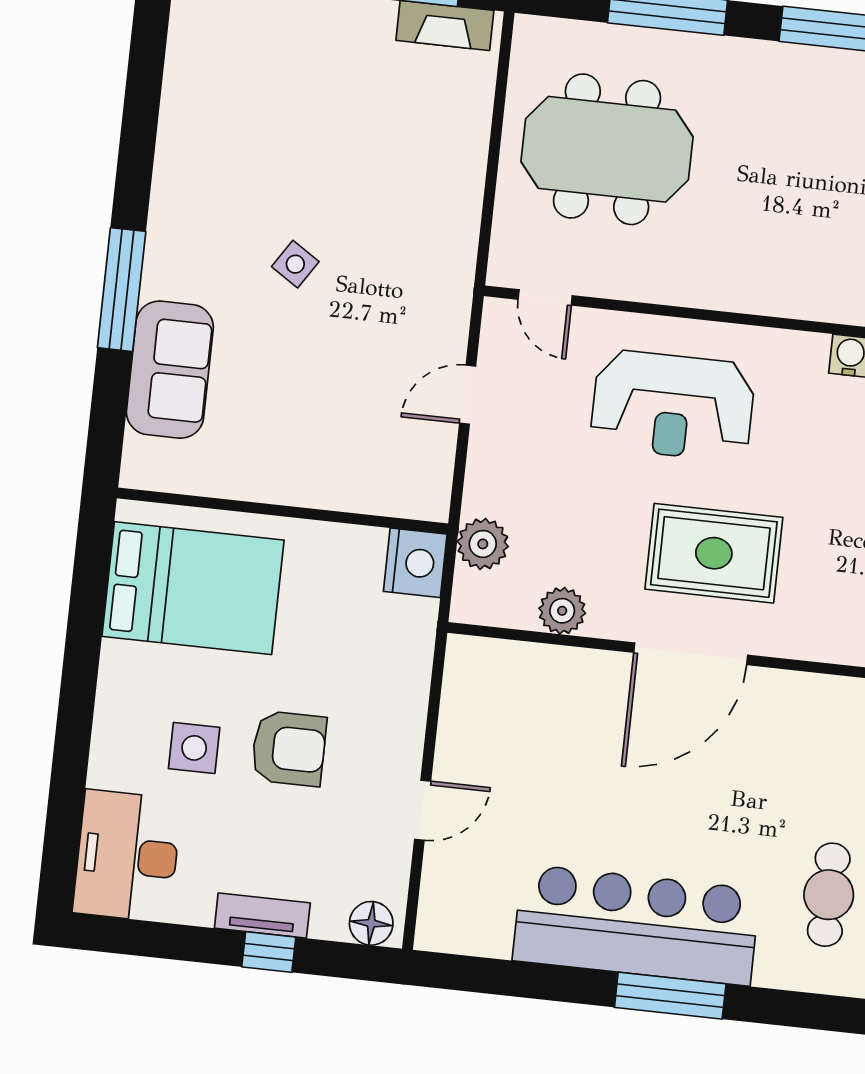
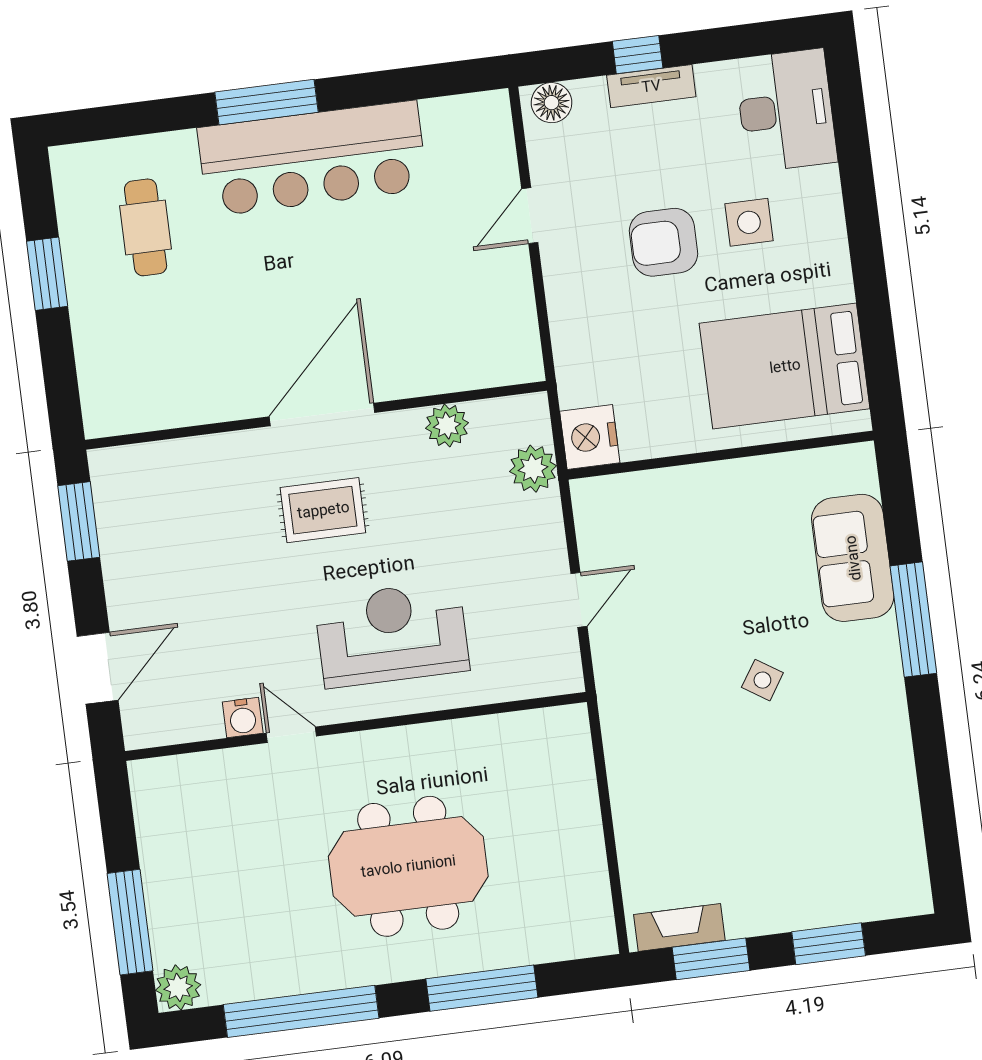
meeting table: (607, 149) -> (408, 866), moved
door: (545, 297) -> (291, 735), moved
rug: (714, 553) -> (323, 510), width x0.73, depth x0.70

